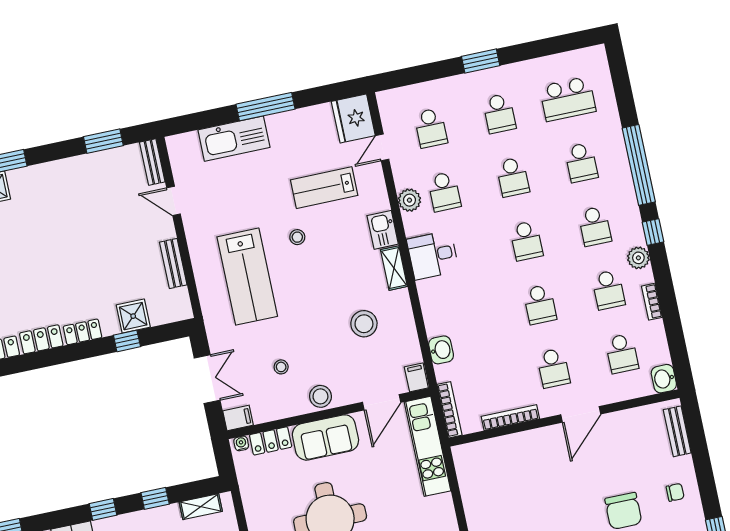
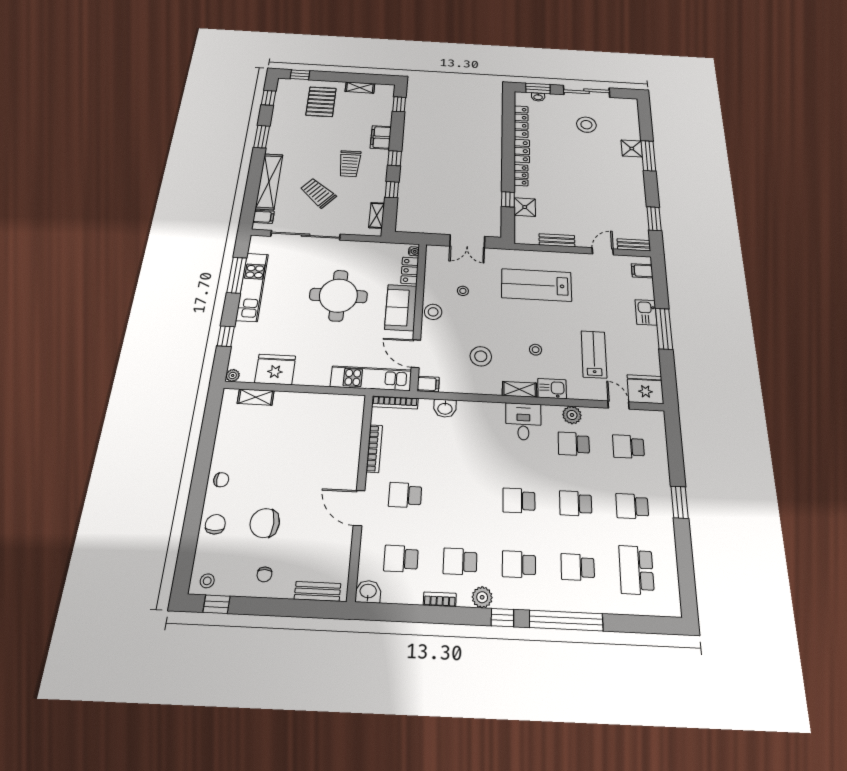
kitchen sink: (234, 139) -> (646, 312), width x0.53, depth x0.81
stool: (297, 237) -> (536, 350), moved
school desk: (540, 304) -> (462, 498), removed
filing cabinet: (238, 418) -> (642, 271), moved, turned 90

